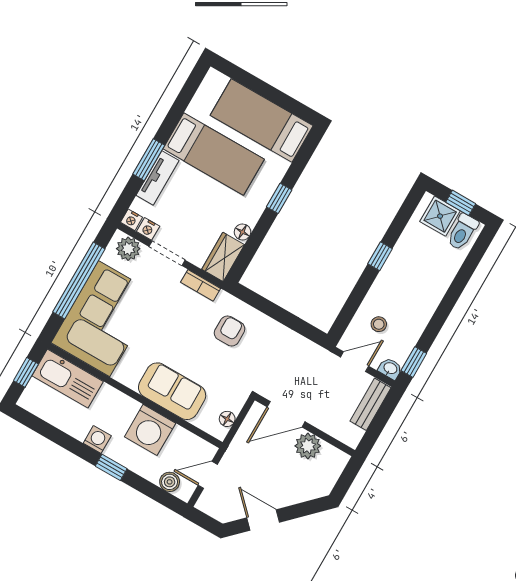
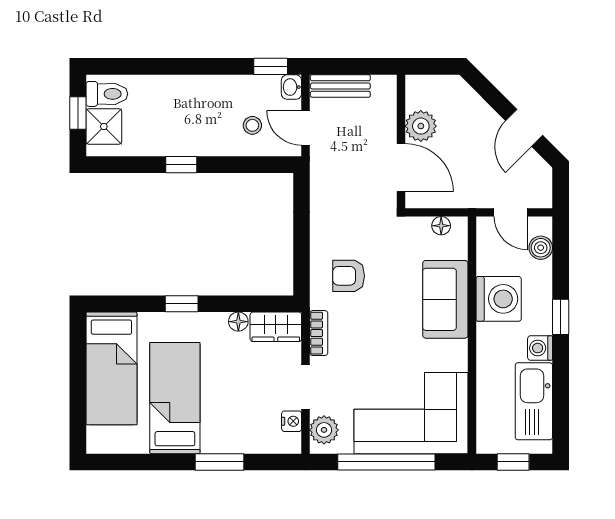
tv unit: (158, 178) -> (233, 442), removed
nightstand: (131, 220) -> (292, 444), removed
kitchen sink: (68, 379) -> (534, 401), moved, turned 180

